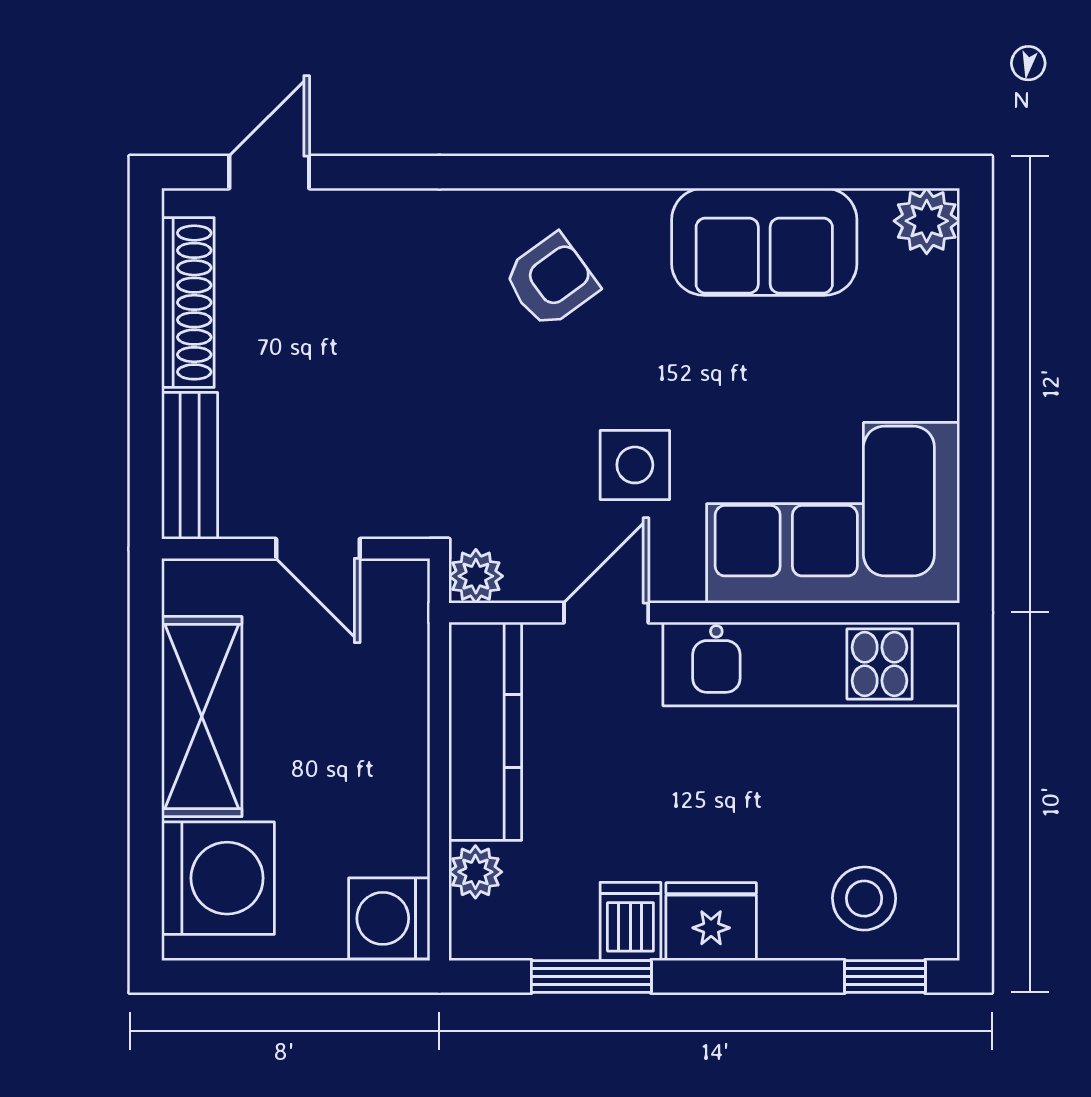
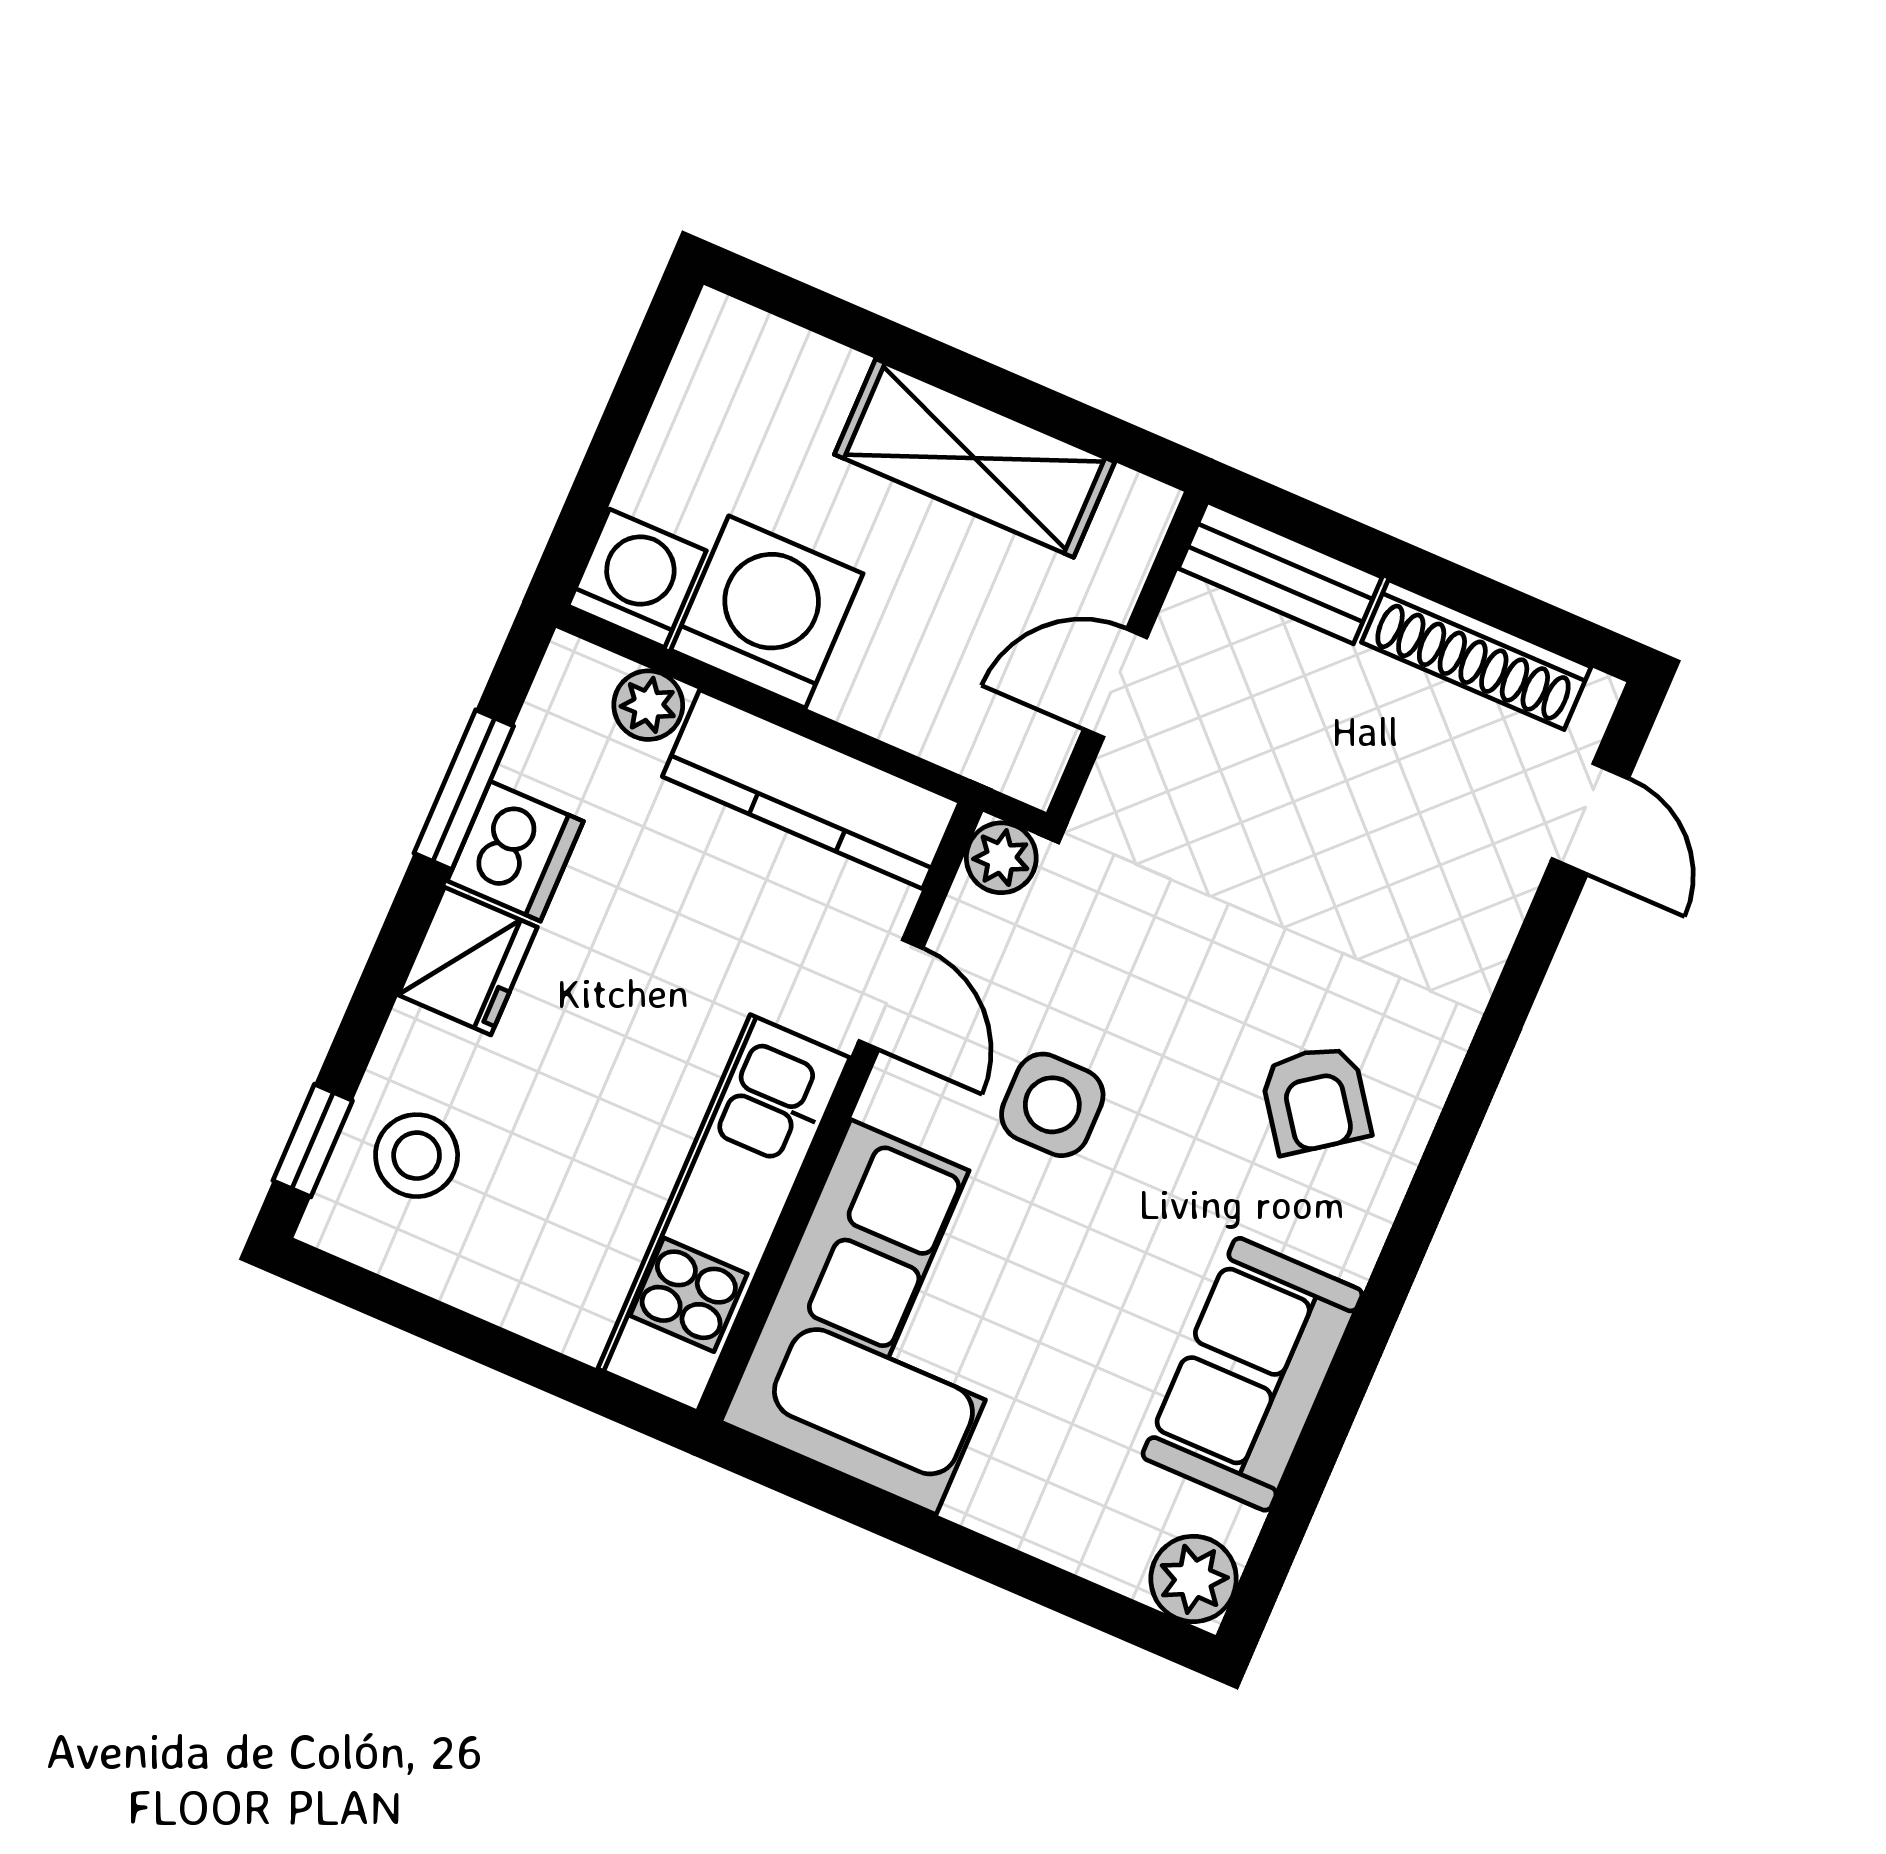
washing machine: (218, 878) -> (767, 612), moved, turned 180
dishwasher: (630, 921) -> (515, 851), width x1.38

